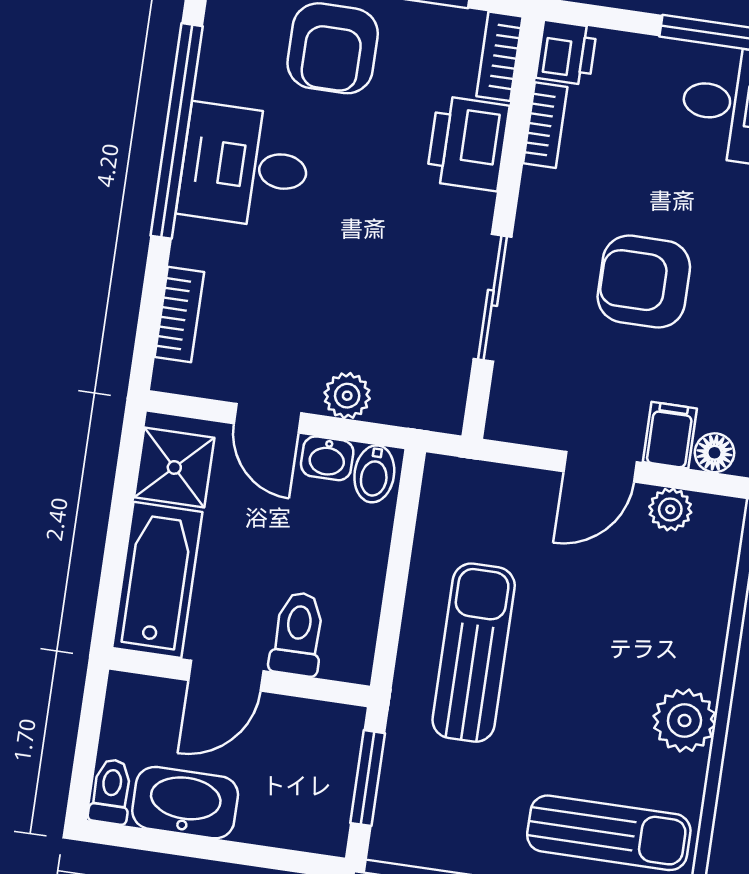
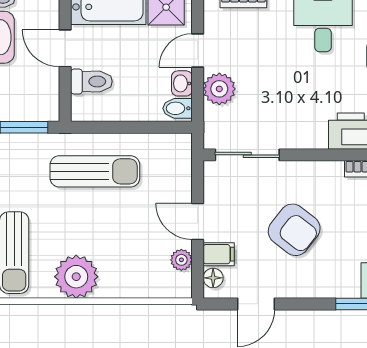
armchair: (644, 282) -> (294, 230), turned 128
sliding door: (493, 298) -> (247, 155), moved
plant: (347, 396) -> (219, 89), width x1.38, depth x1.38
plant: (684, 720) -> (76, 277), width x1.36, depth x1.36

